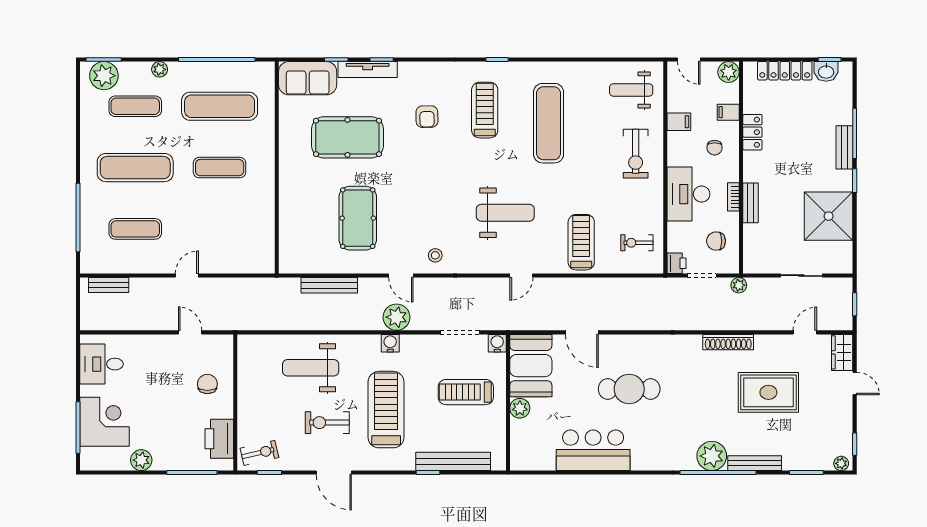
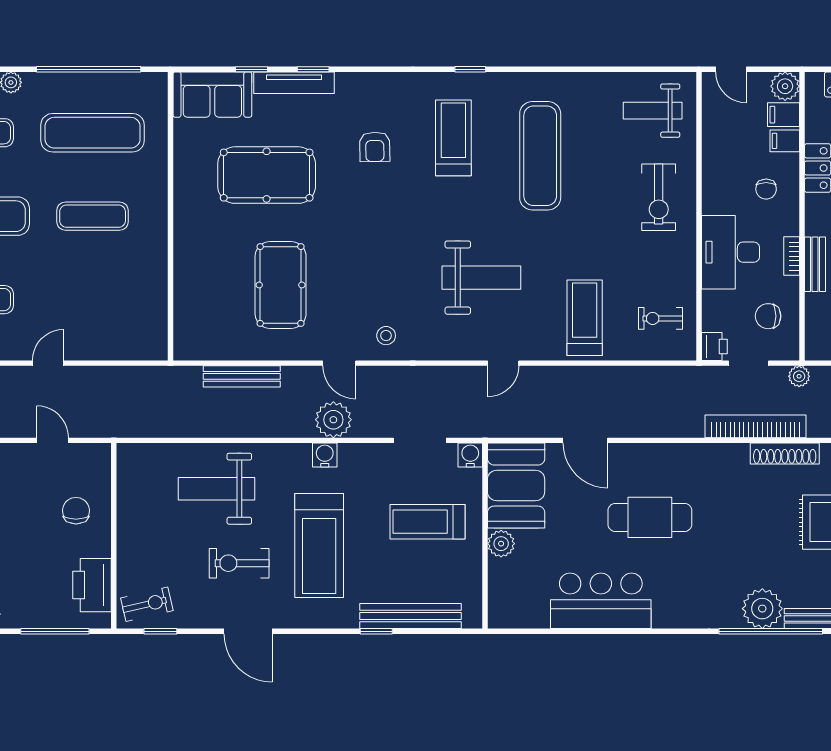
filing cabinet: (679, 122) -> (784, 115), moved, turned 180
bookcase: (707, 322) -> (755, 426), added
treadmill: (386, 410) -> (319, 545), turned 180

